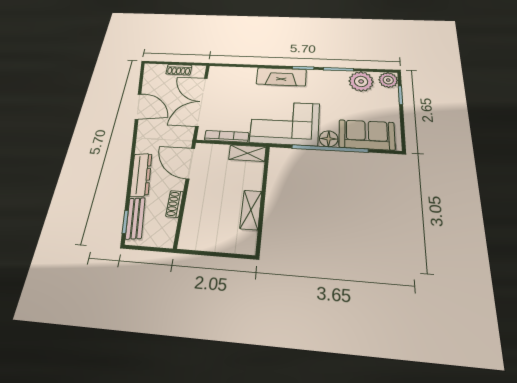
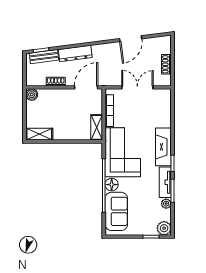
tv unit: (327, 76) -> (165, 182), added
plant: (361, 81) -> (166, 204), width x0.53, depth x0.53
double door: (201, 102) -> (137, 87), width x0.73
shelving: (251, 210) -> (39, 134), moved
boiler: (187, 241) -> (32, 95), added

